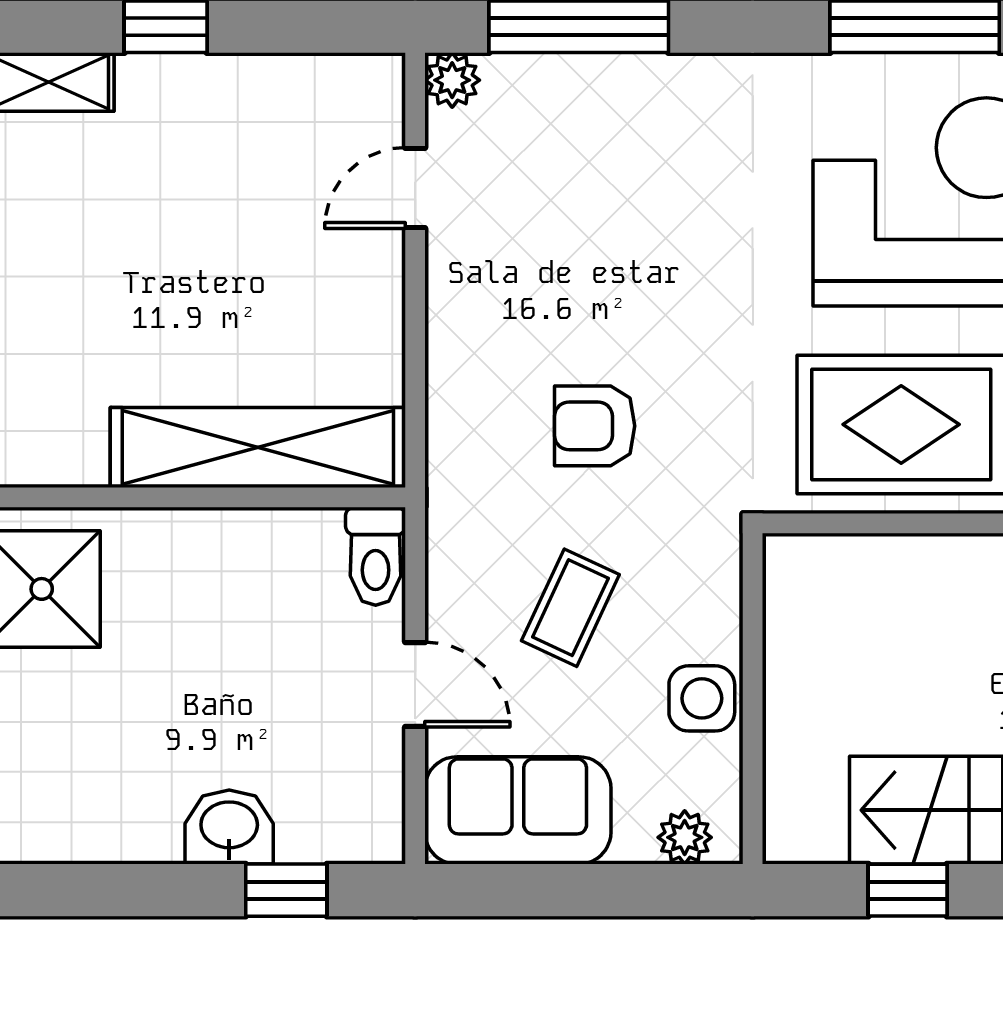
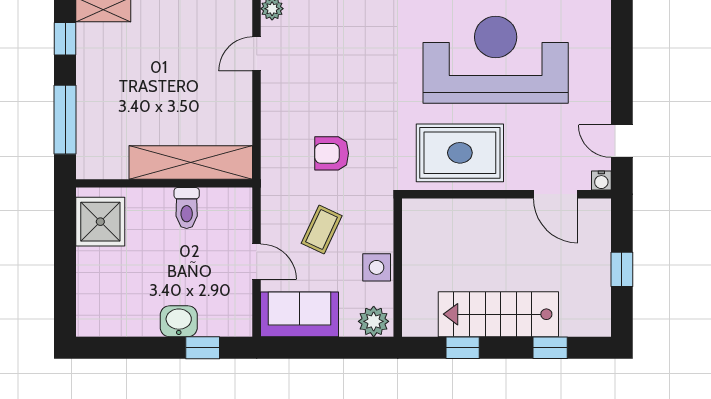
toilet: (376, 556) -> (187, 208), moved
plant: (685, 837) -> (374, 321), width x1.38, depth x1.38

